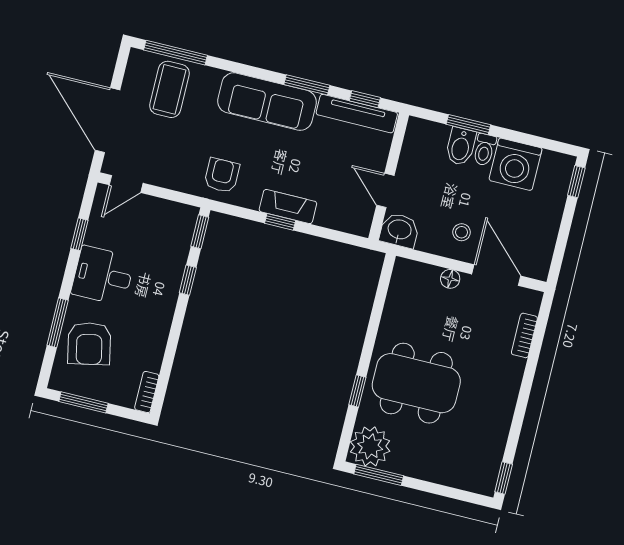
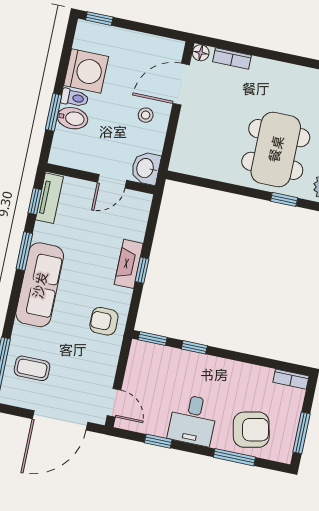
coffee table: (169, 89) -> (32, 368), width x0.73, depth x0.77
tv unit: (357, 114) -> (49, 198), width x0.71
floor lamp: (450, 279) -> (201, 53), moved

